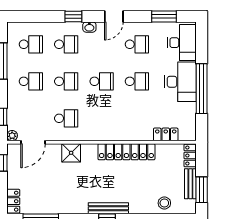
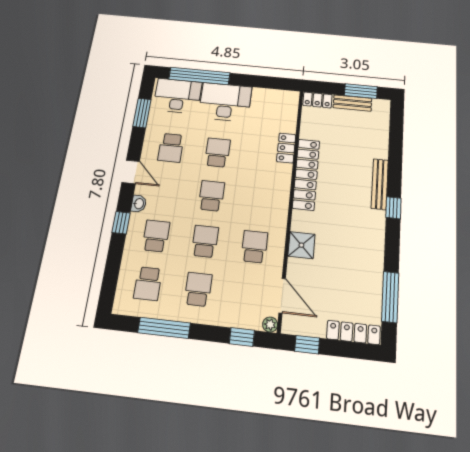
school desk: (31, 44) -> (148, 284), turned 180
school desk: (137, 44) -> (171, 148), turned 180
window: (202, 89) -> (199, 76), moved
locker: (166, 134) -> (286, 148), moved
locker: (13, 201) -> (353, 332), width x1.53
stool: (164, 203) -> (375, 135), removed
bench: (108, 208) -> (380, 184), moved

